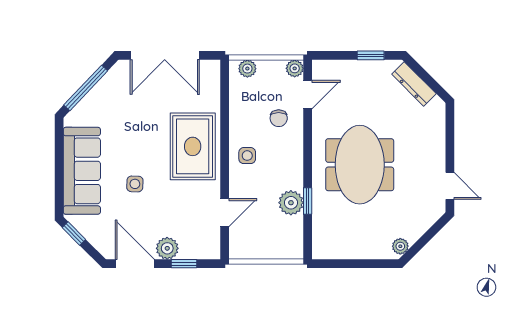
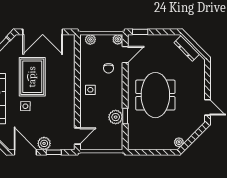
window: (371, 55) -> (140, 32), moved
rug: (193, 146) -> (32, 77), moved
door: (225, 213) -> (77, 136), moved

